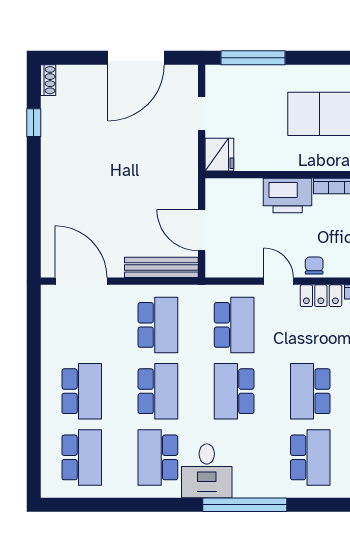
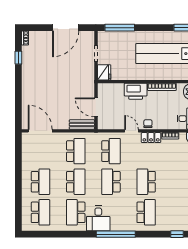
bench: (161, 267) -> (82, 124), width x0.73

